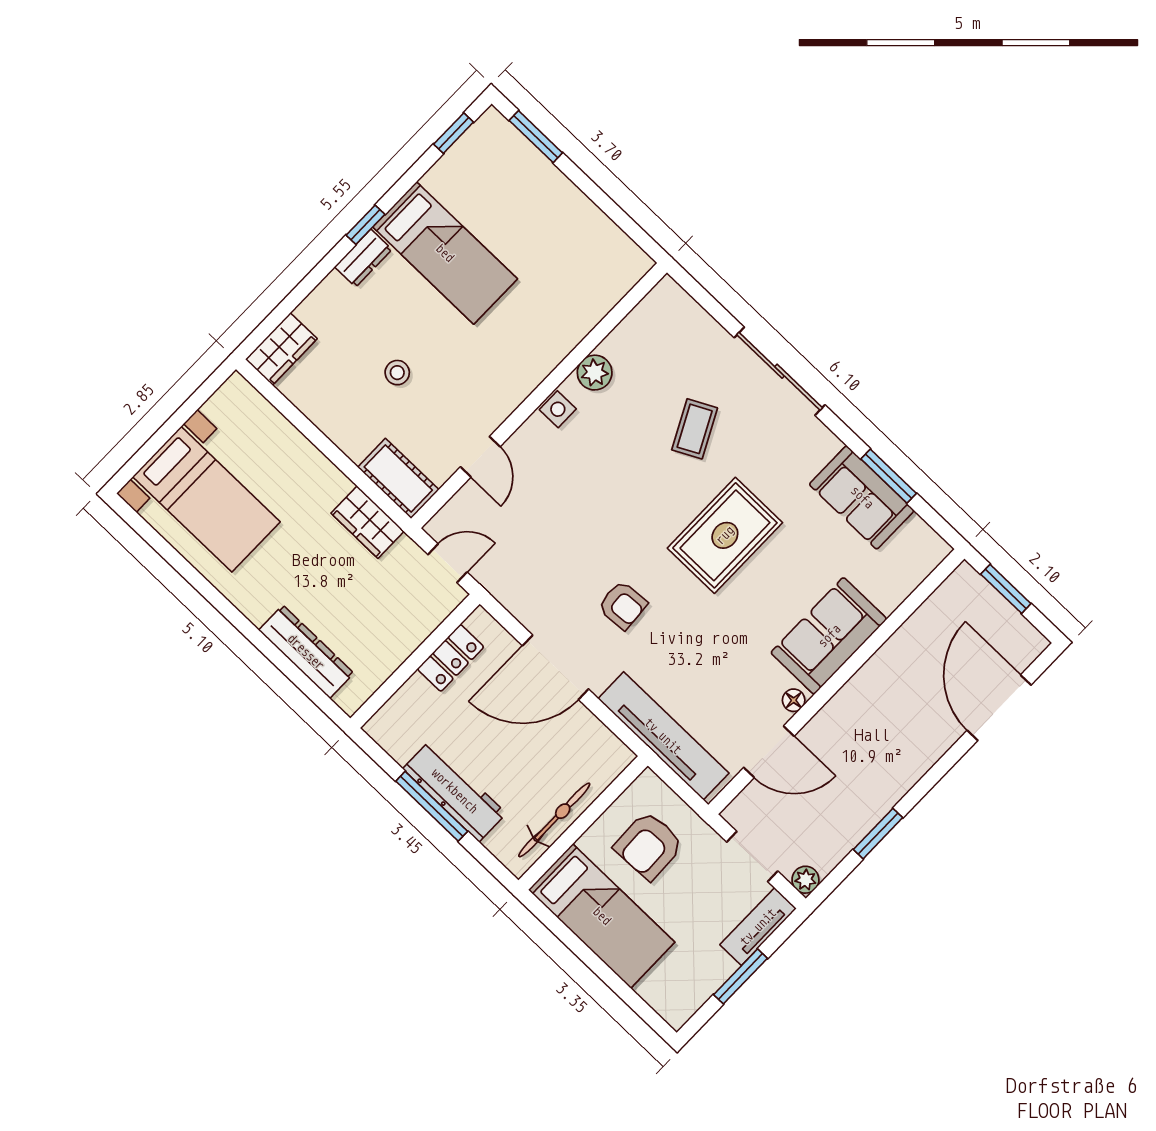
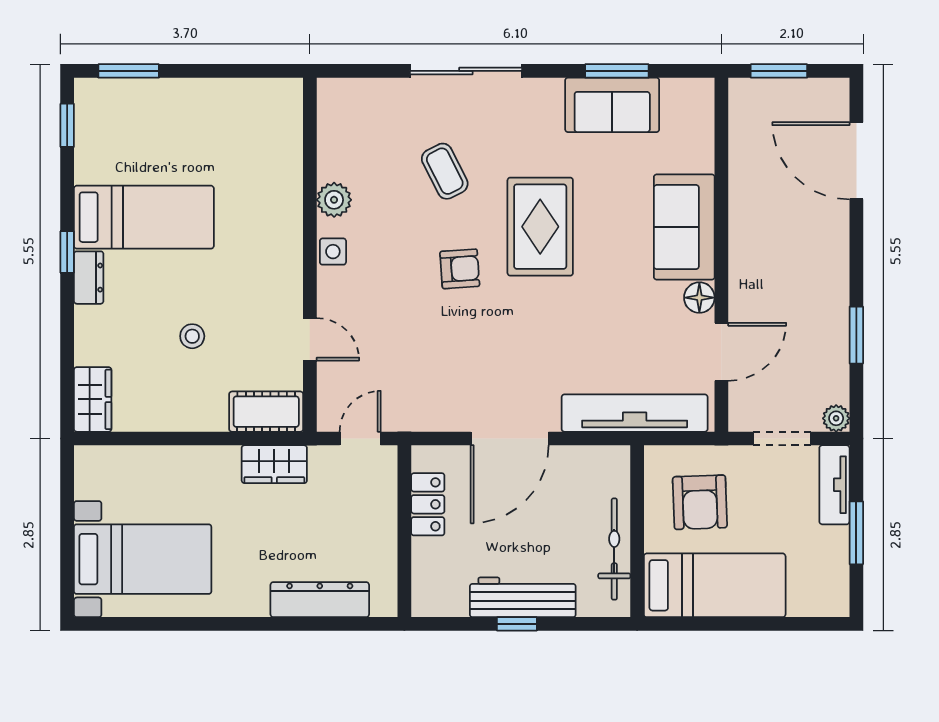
armchair: (623, 605) -> (460, 269), moved
floor lamp: (794, 700) -> (699, 298), width x1.37, depth x1.37
window: (432, 806) -> (517, 624), width x0.46

